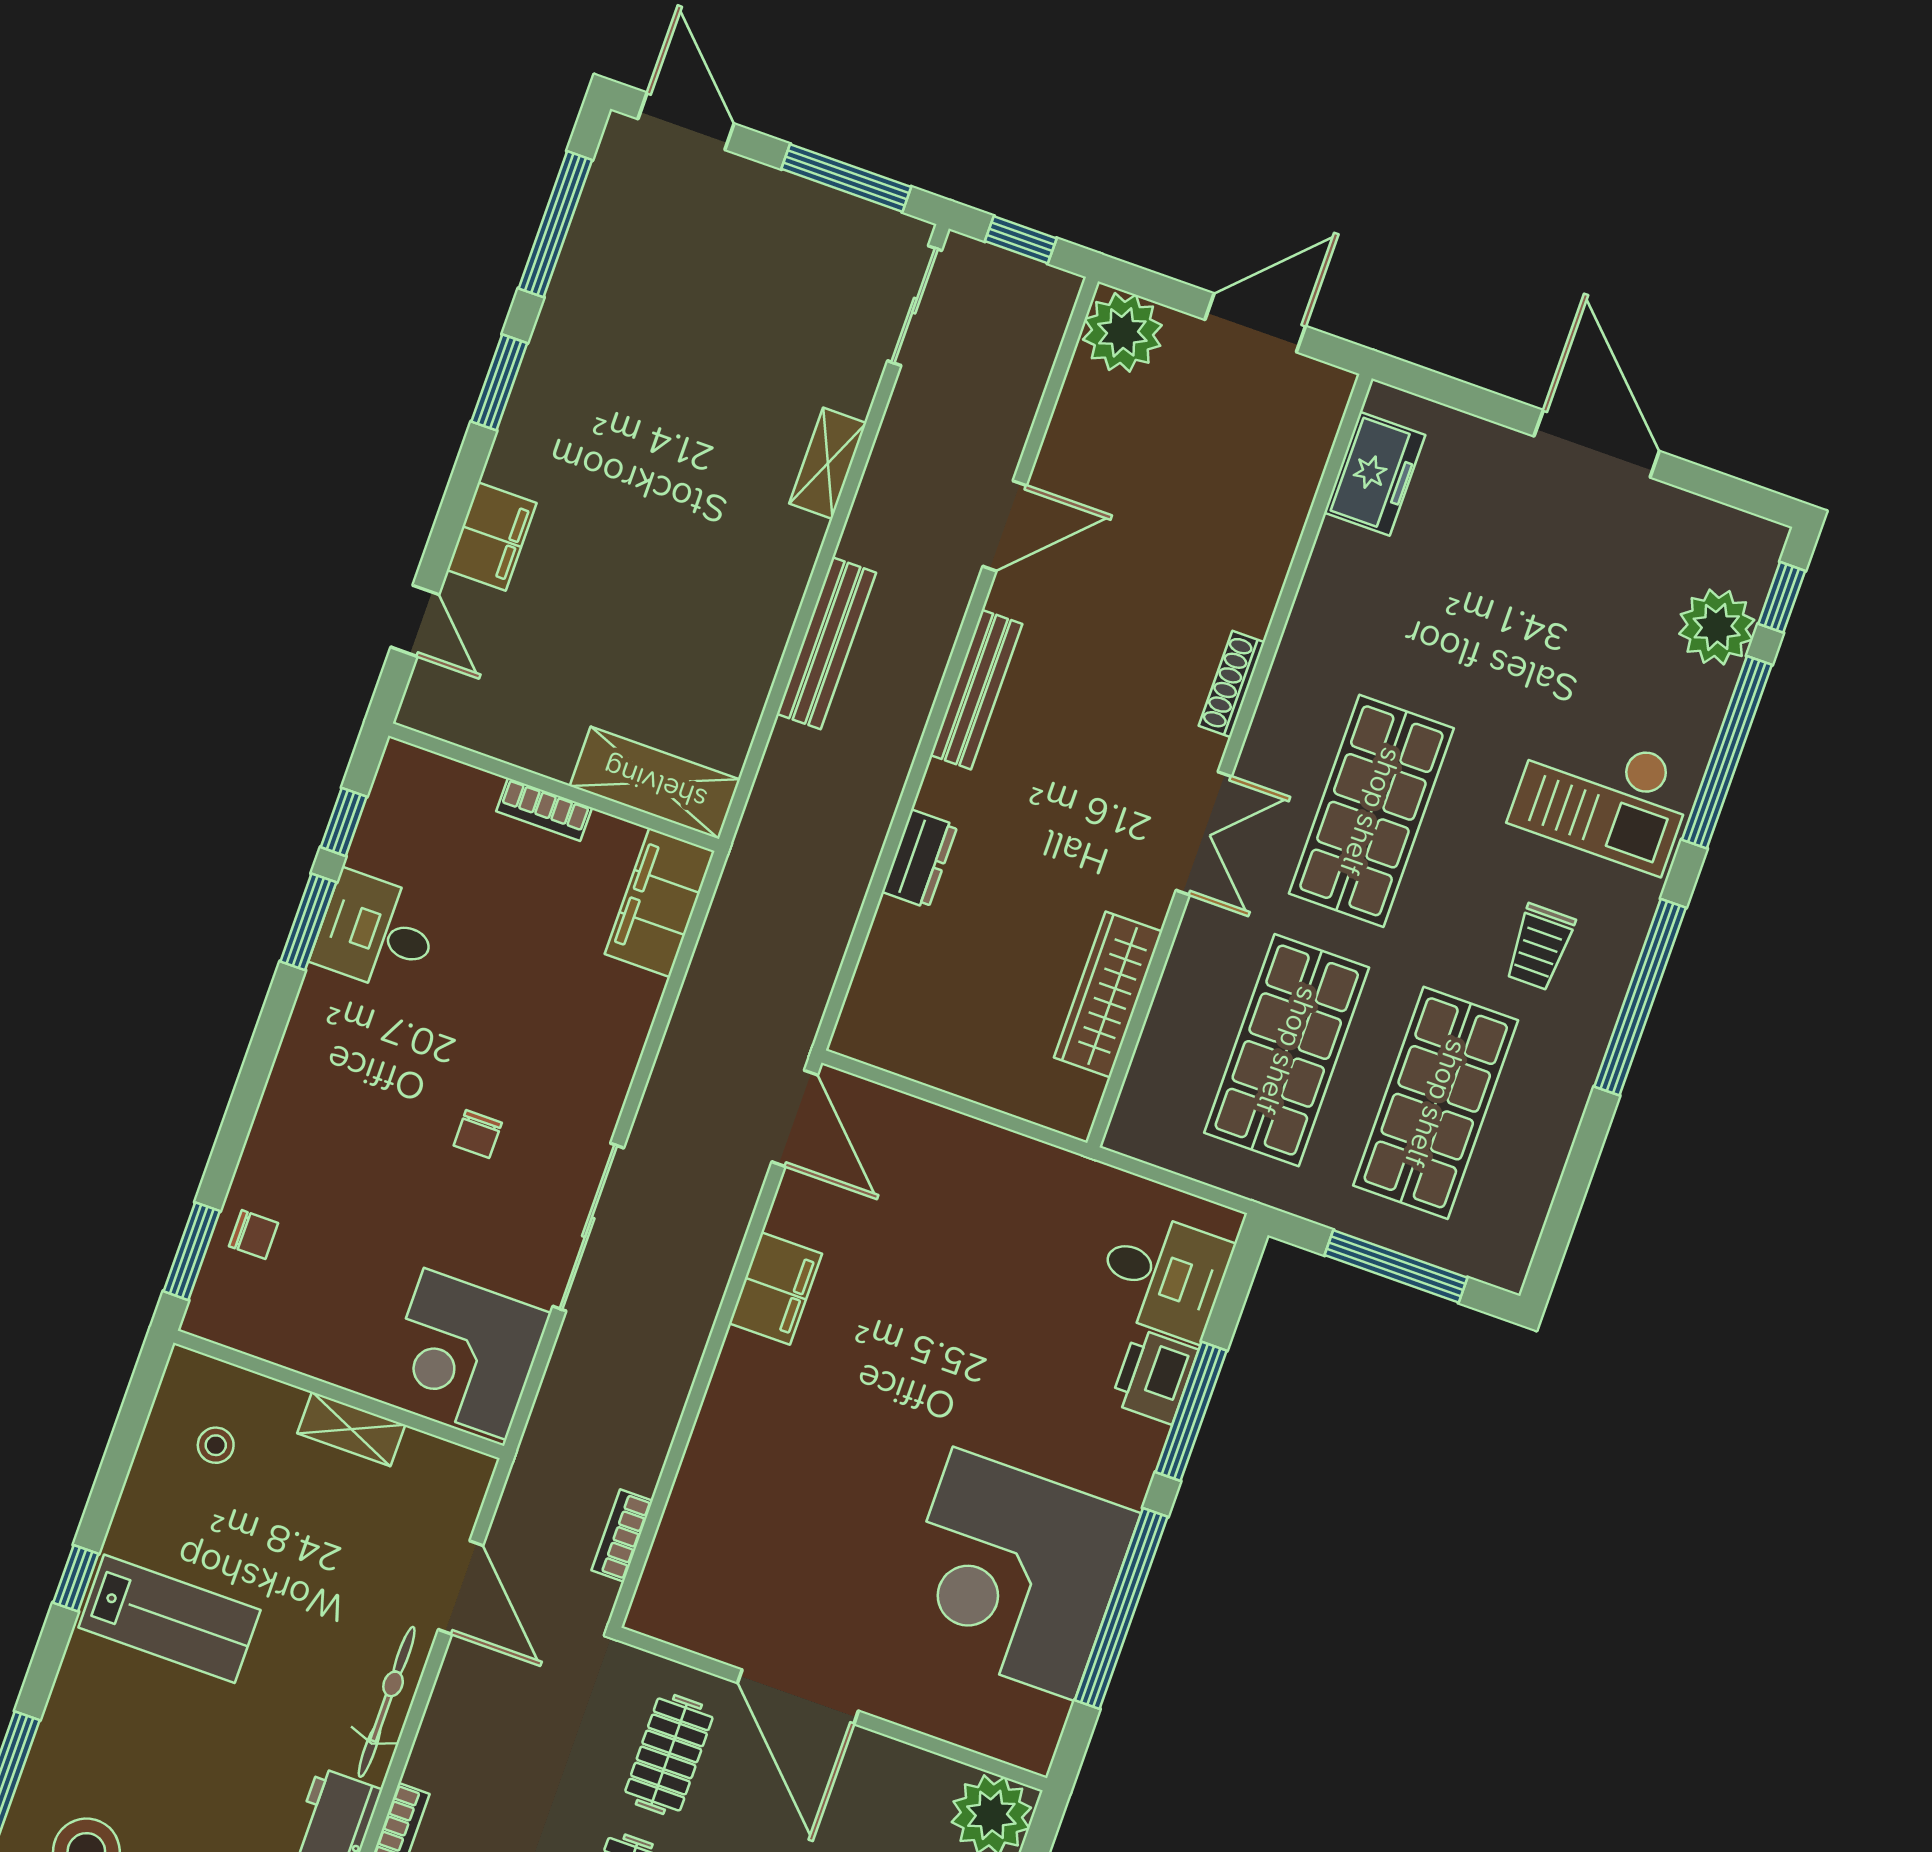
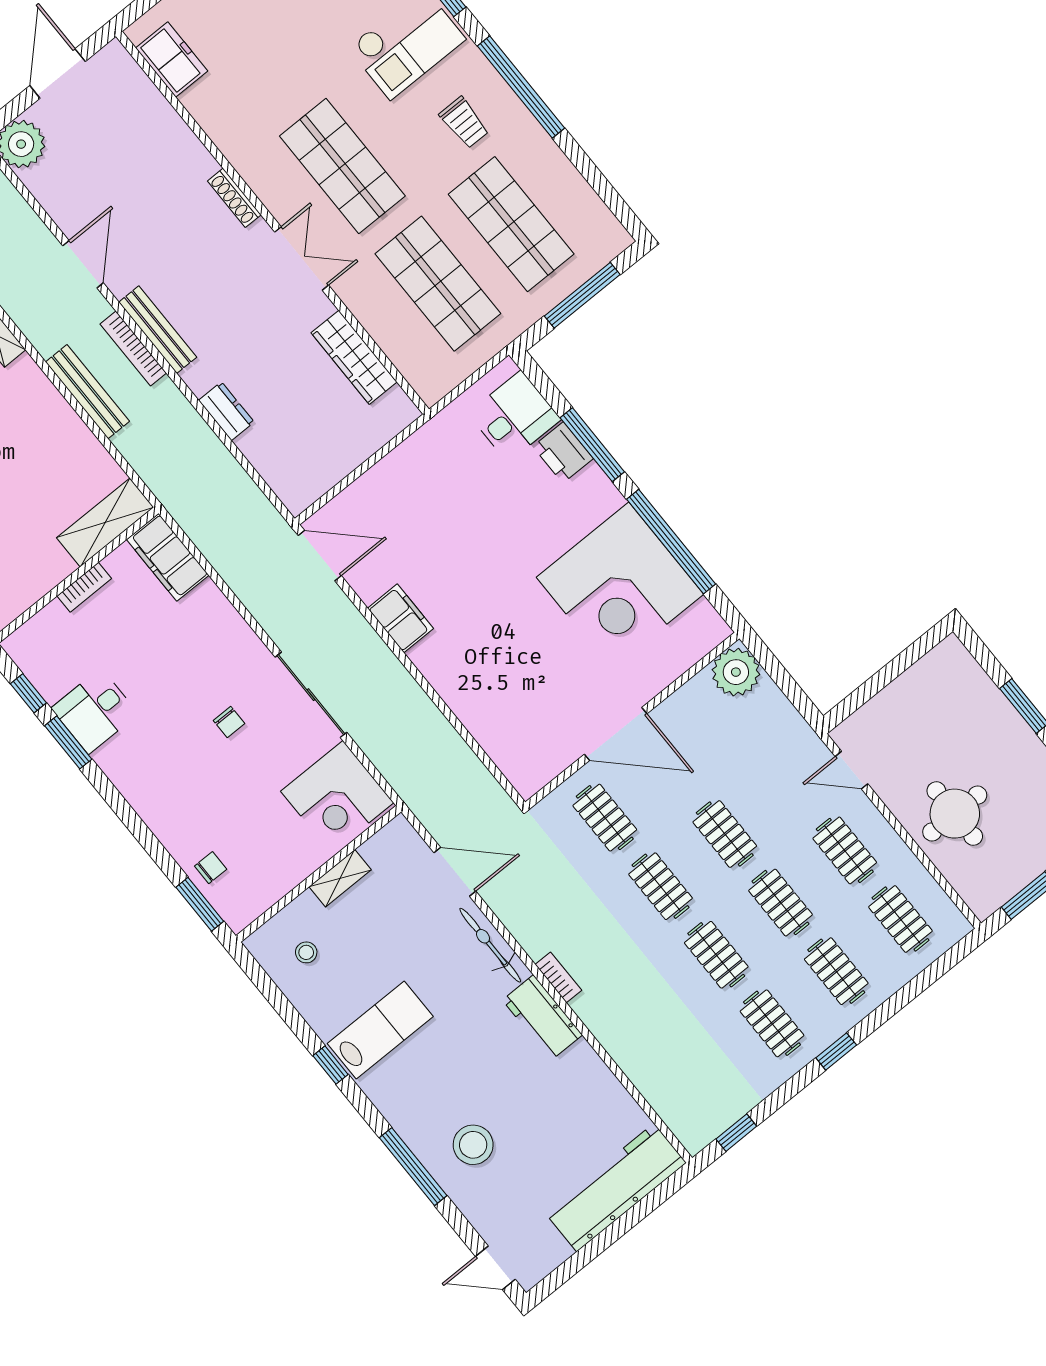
bookcase: (622, 1535) -> (133, 348), moved, width x1.56

